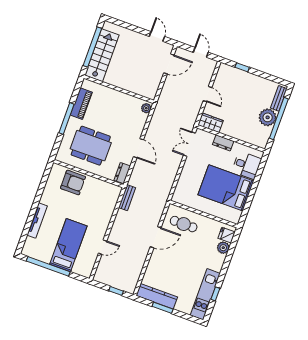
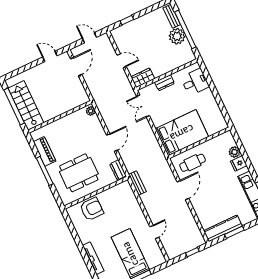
door: (138, 148) -> (112, 143), hinge flipped
bed: (226, 188) -> (182, 133), moved, turned 180
fridge: (227, 235) -> (239, 163), moved

